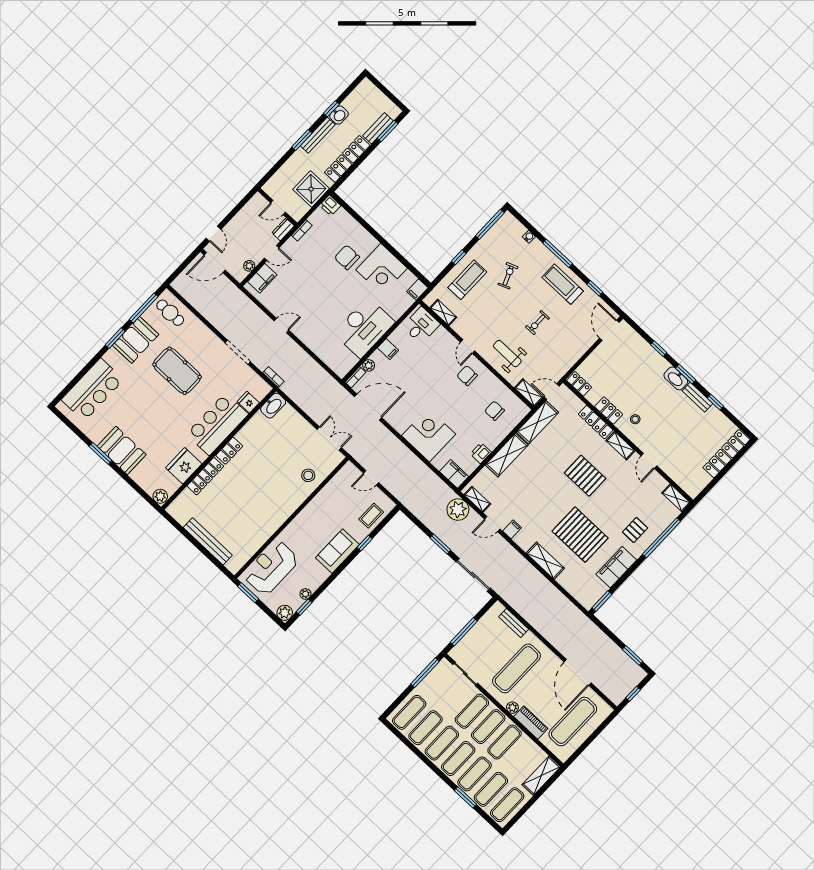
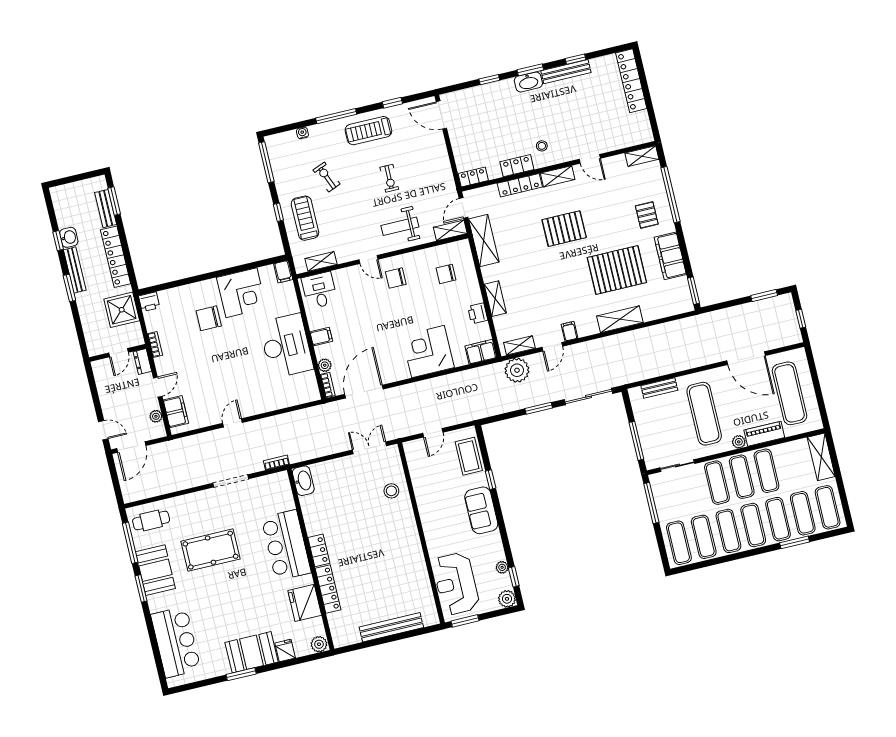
bench: (697, 397) -> (566, 72), width x1.36
fridge: (248, 402) -> (285, 651), moved, turned 90
shelving: (507, 455) -> (495, 299), width x0.67, depth x0.75
coffee table: (371, 516) -> (469, 456), width x1.36, depth x1.30

